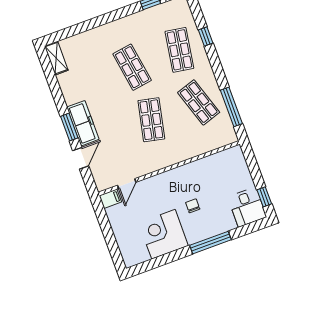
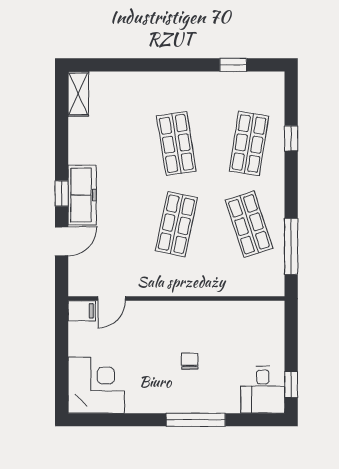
window: (69, 127) -> (62, 194), width x0.67
corner desk: (163, 234) -> (96, 385), moved, turned 90

